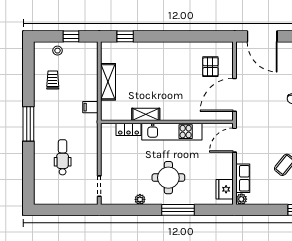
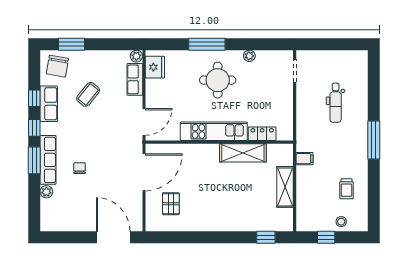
shelving: (146, 114) -> (243, 153), width x1.50, depth x1.33

